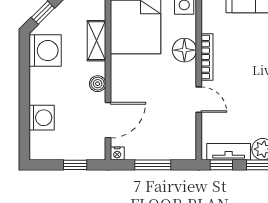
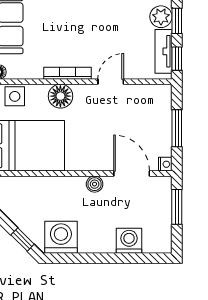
shelving: (97, 41) -> (51, 185), removed
window: (75, 165) -> (177, 207), width x1.50

